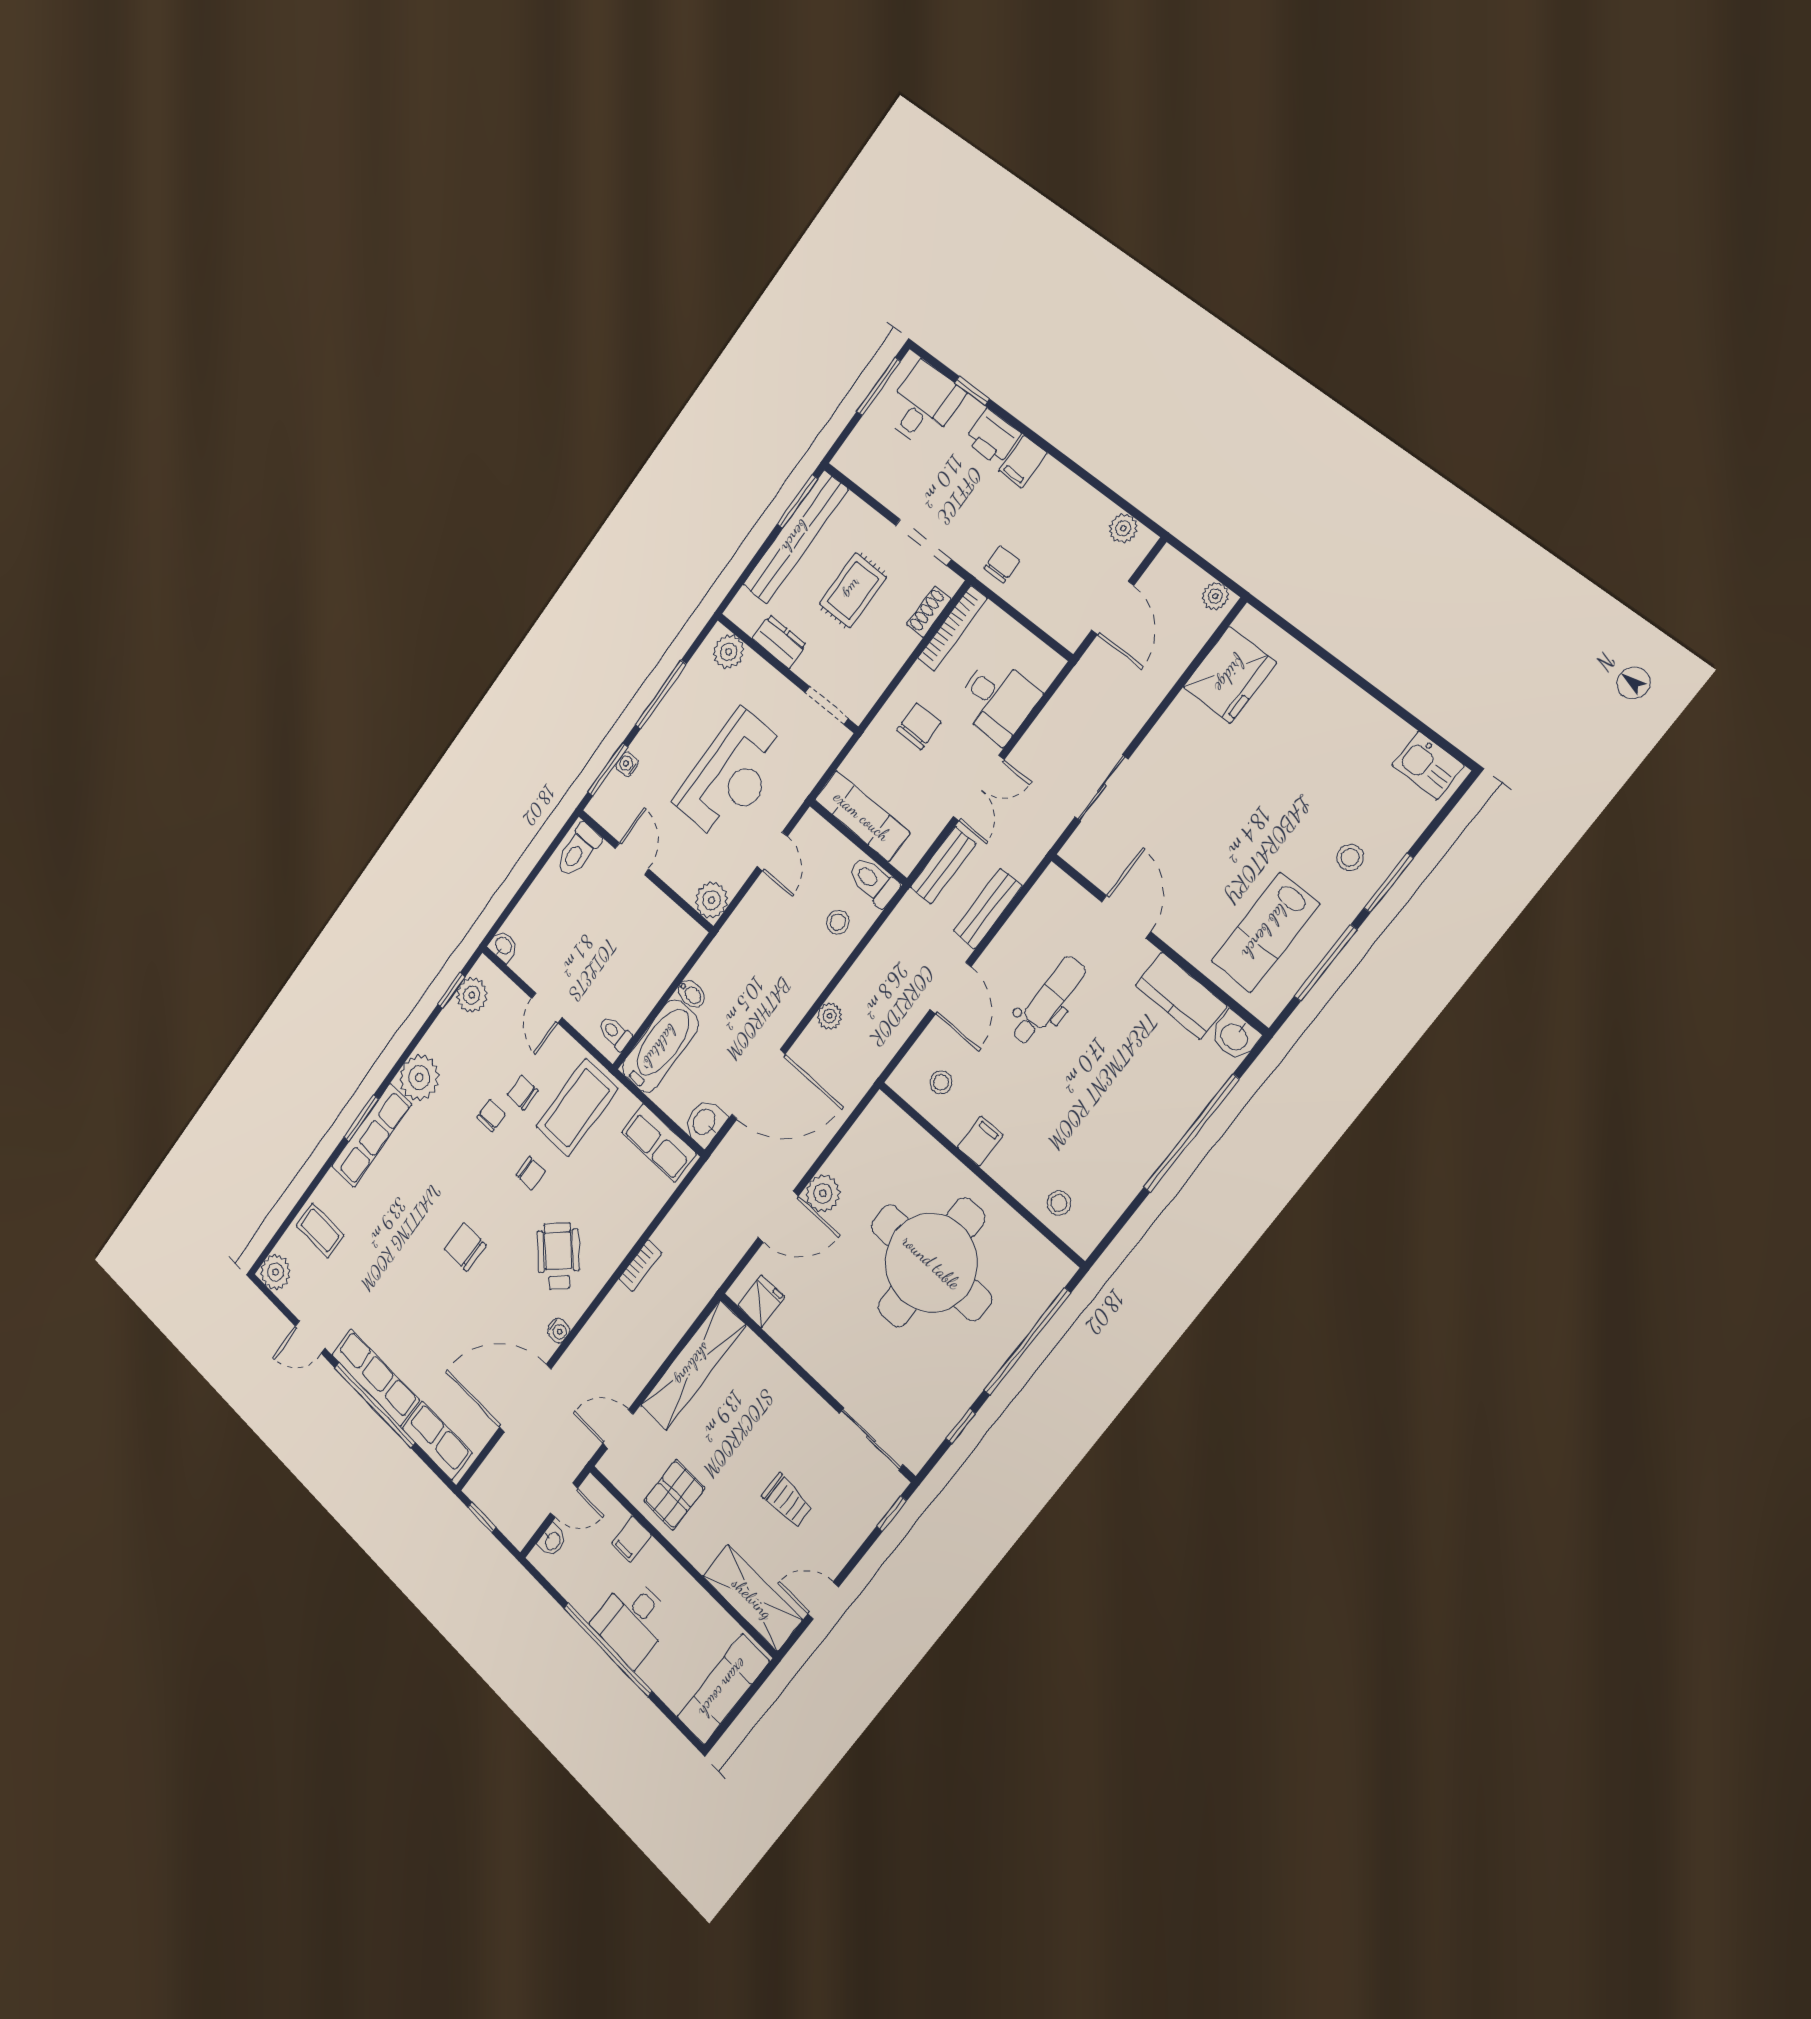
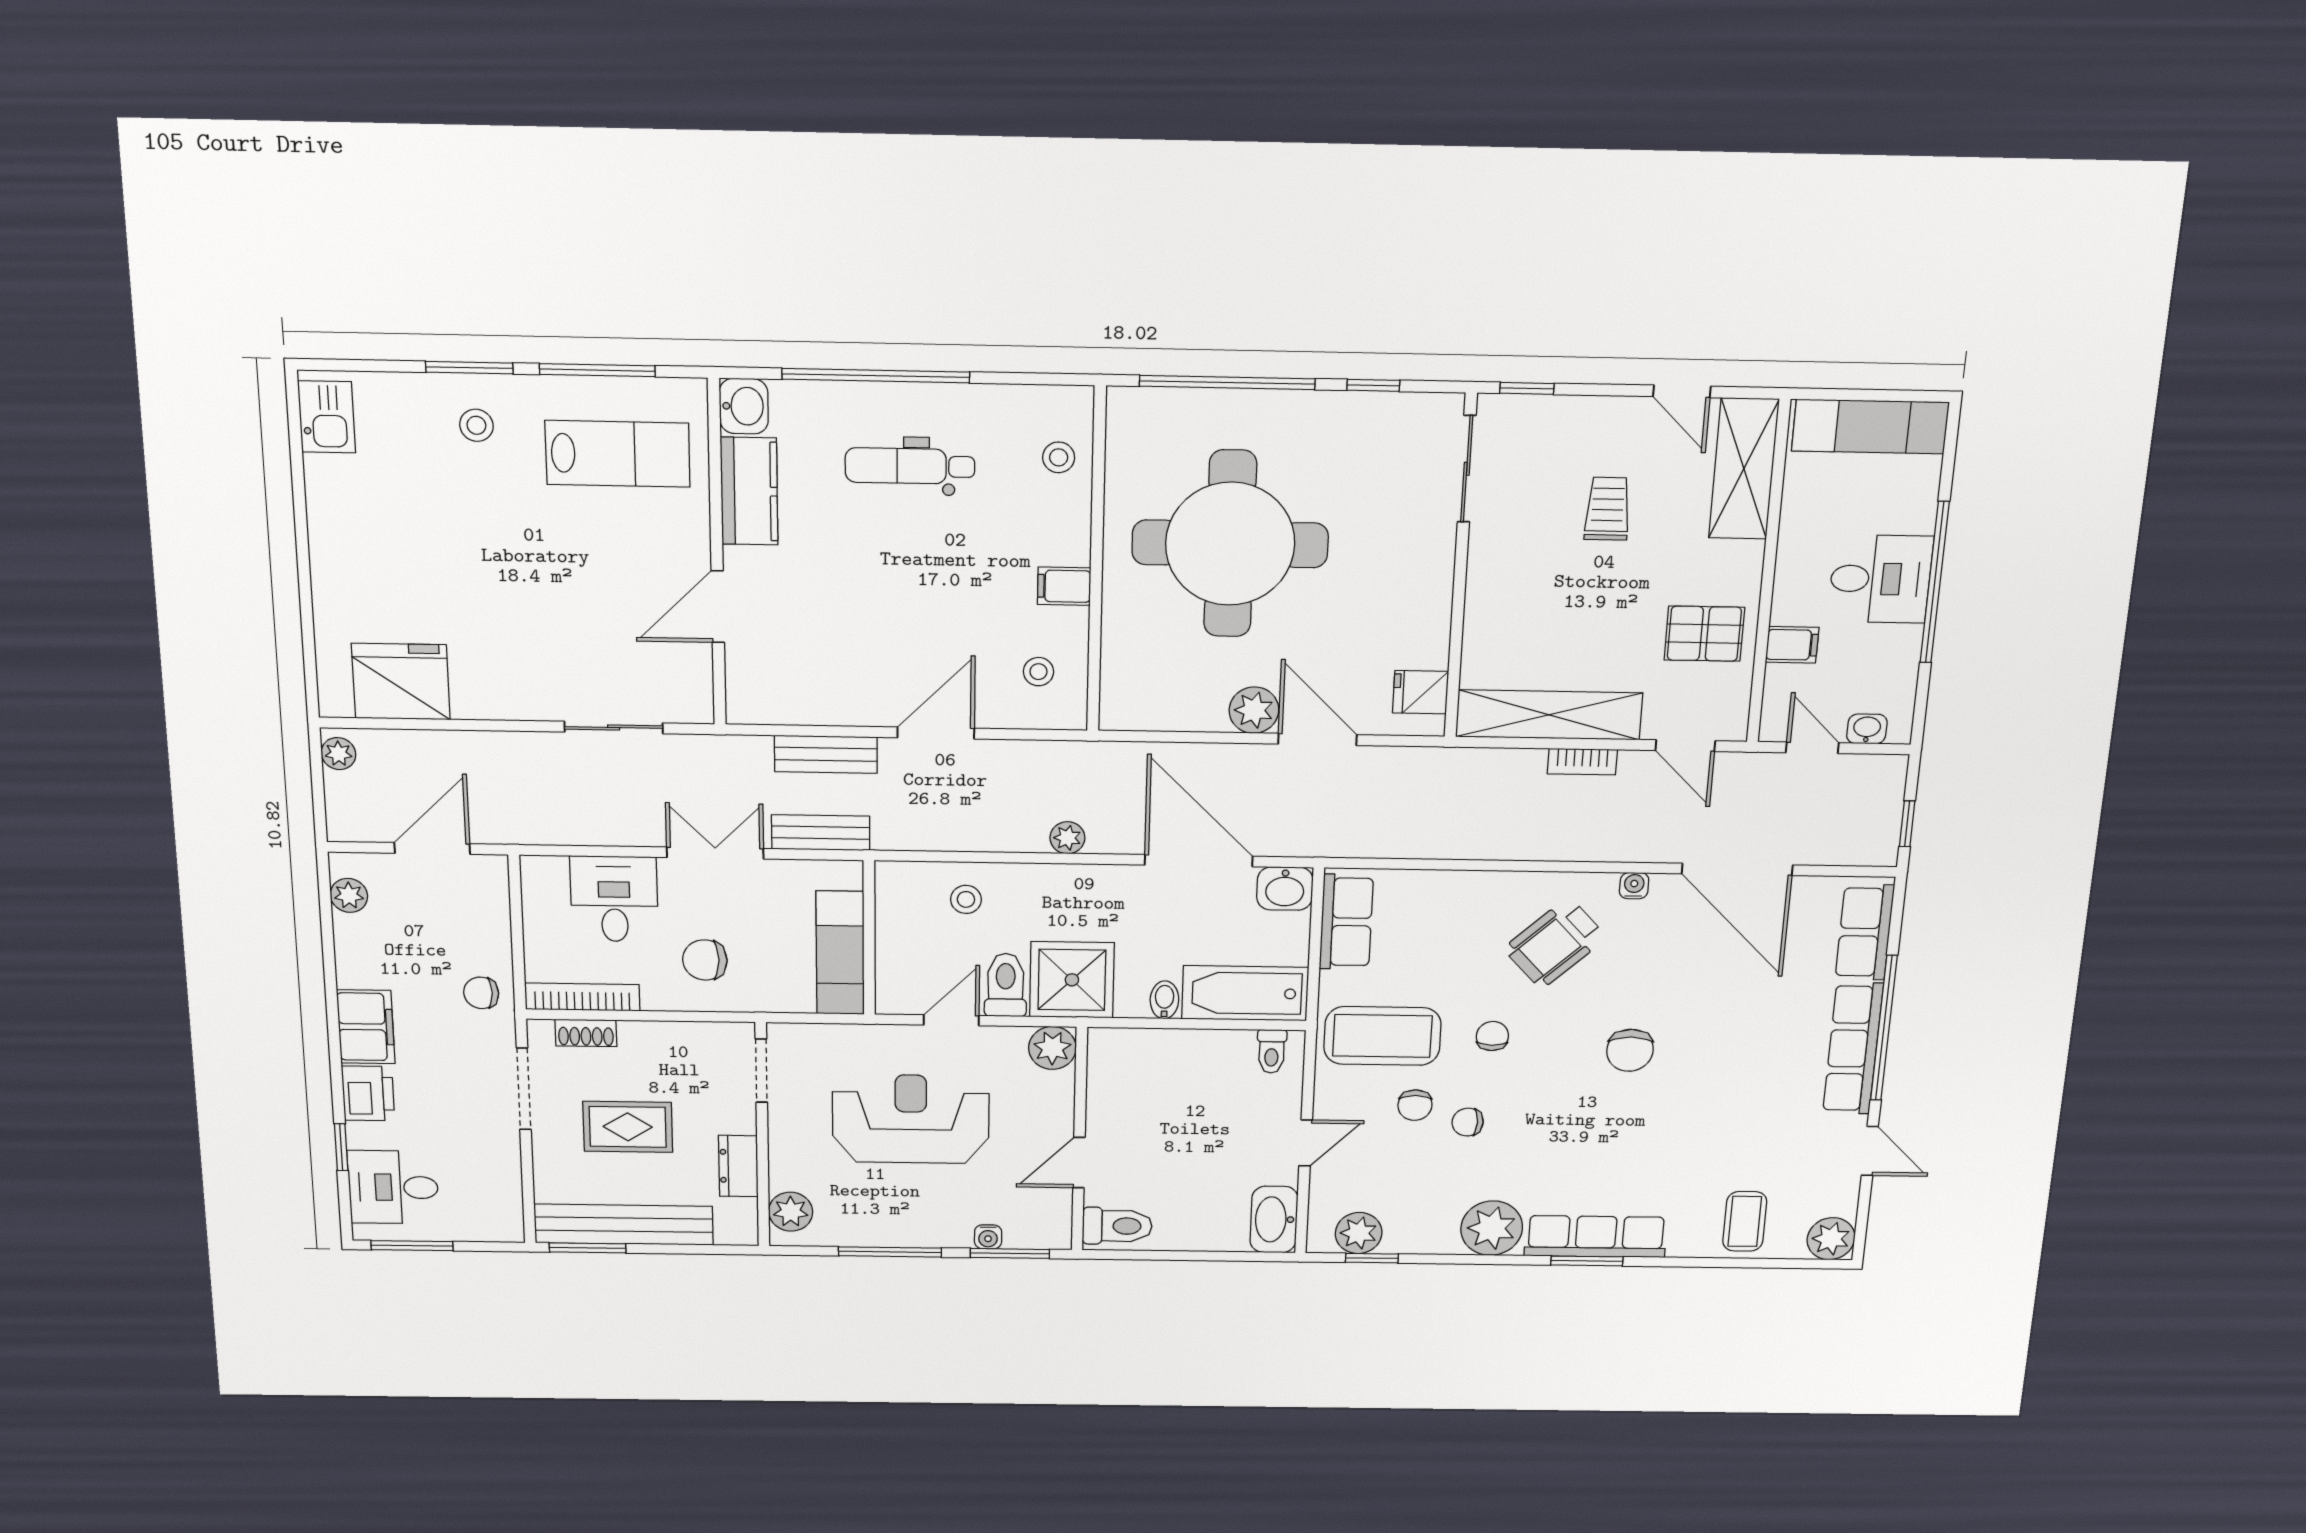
filing cabinet: (1023, 462) -> (366, 1027), width x2.00
toilet: (873, 881) -> (1006, 985), moved, turned 180
washbasin: (503, 946) -> (1274, 1219), width x1.91, depth x1.45
shower: (743, 947) -> (1072, 980), added
dental chair: (1048, 1001) -> (910, 466), moved
bookcase: (640, 1266) -> (1582, 762), moved, turned 180

